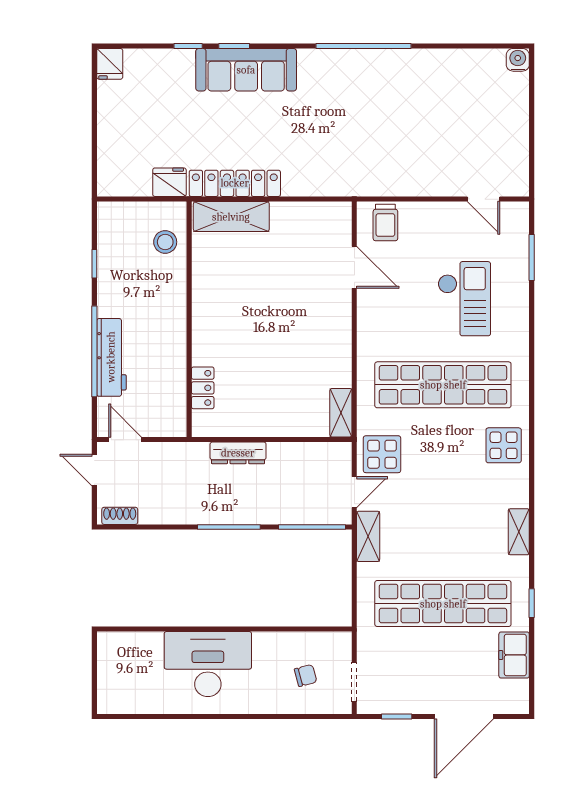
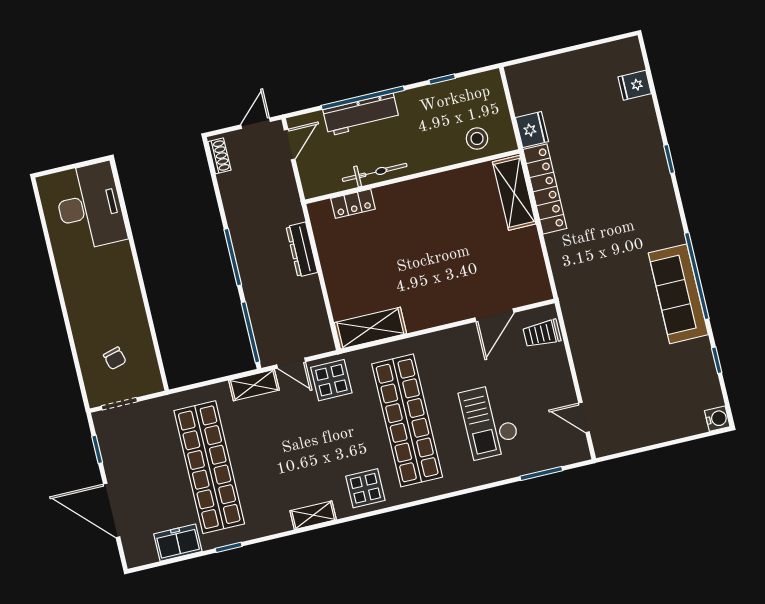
window: (188, 46) -> (717, 360), moved
fridge: (110, 64) -> (635, 85), moved
sofa: (246, 70) -> (678, 294), moved
door: (483, 199) -> (584, 417), hinge flipped
checkout: (464, 299) -> (490, 421), turned 90
bicycle: (175, 357) -> (375, 172), added
shelving: (341, 413) -> (370, 328), width x1.50, depth x1.33
shelving: (519, 532) -> (313, 515), moved
desk: (208, 664) -> (90, 206), moved

